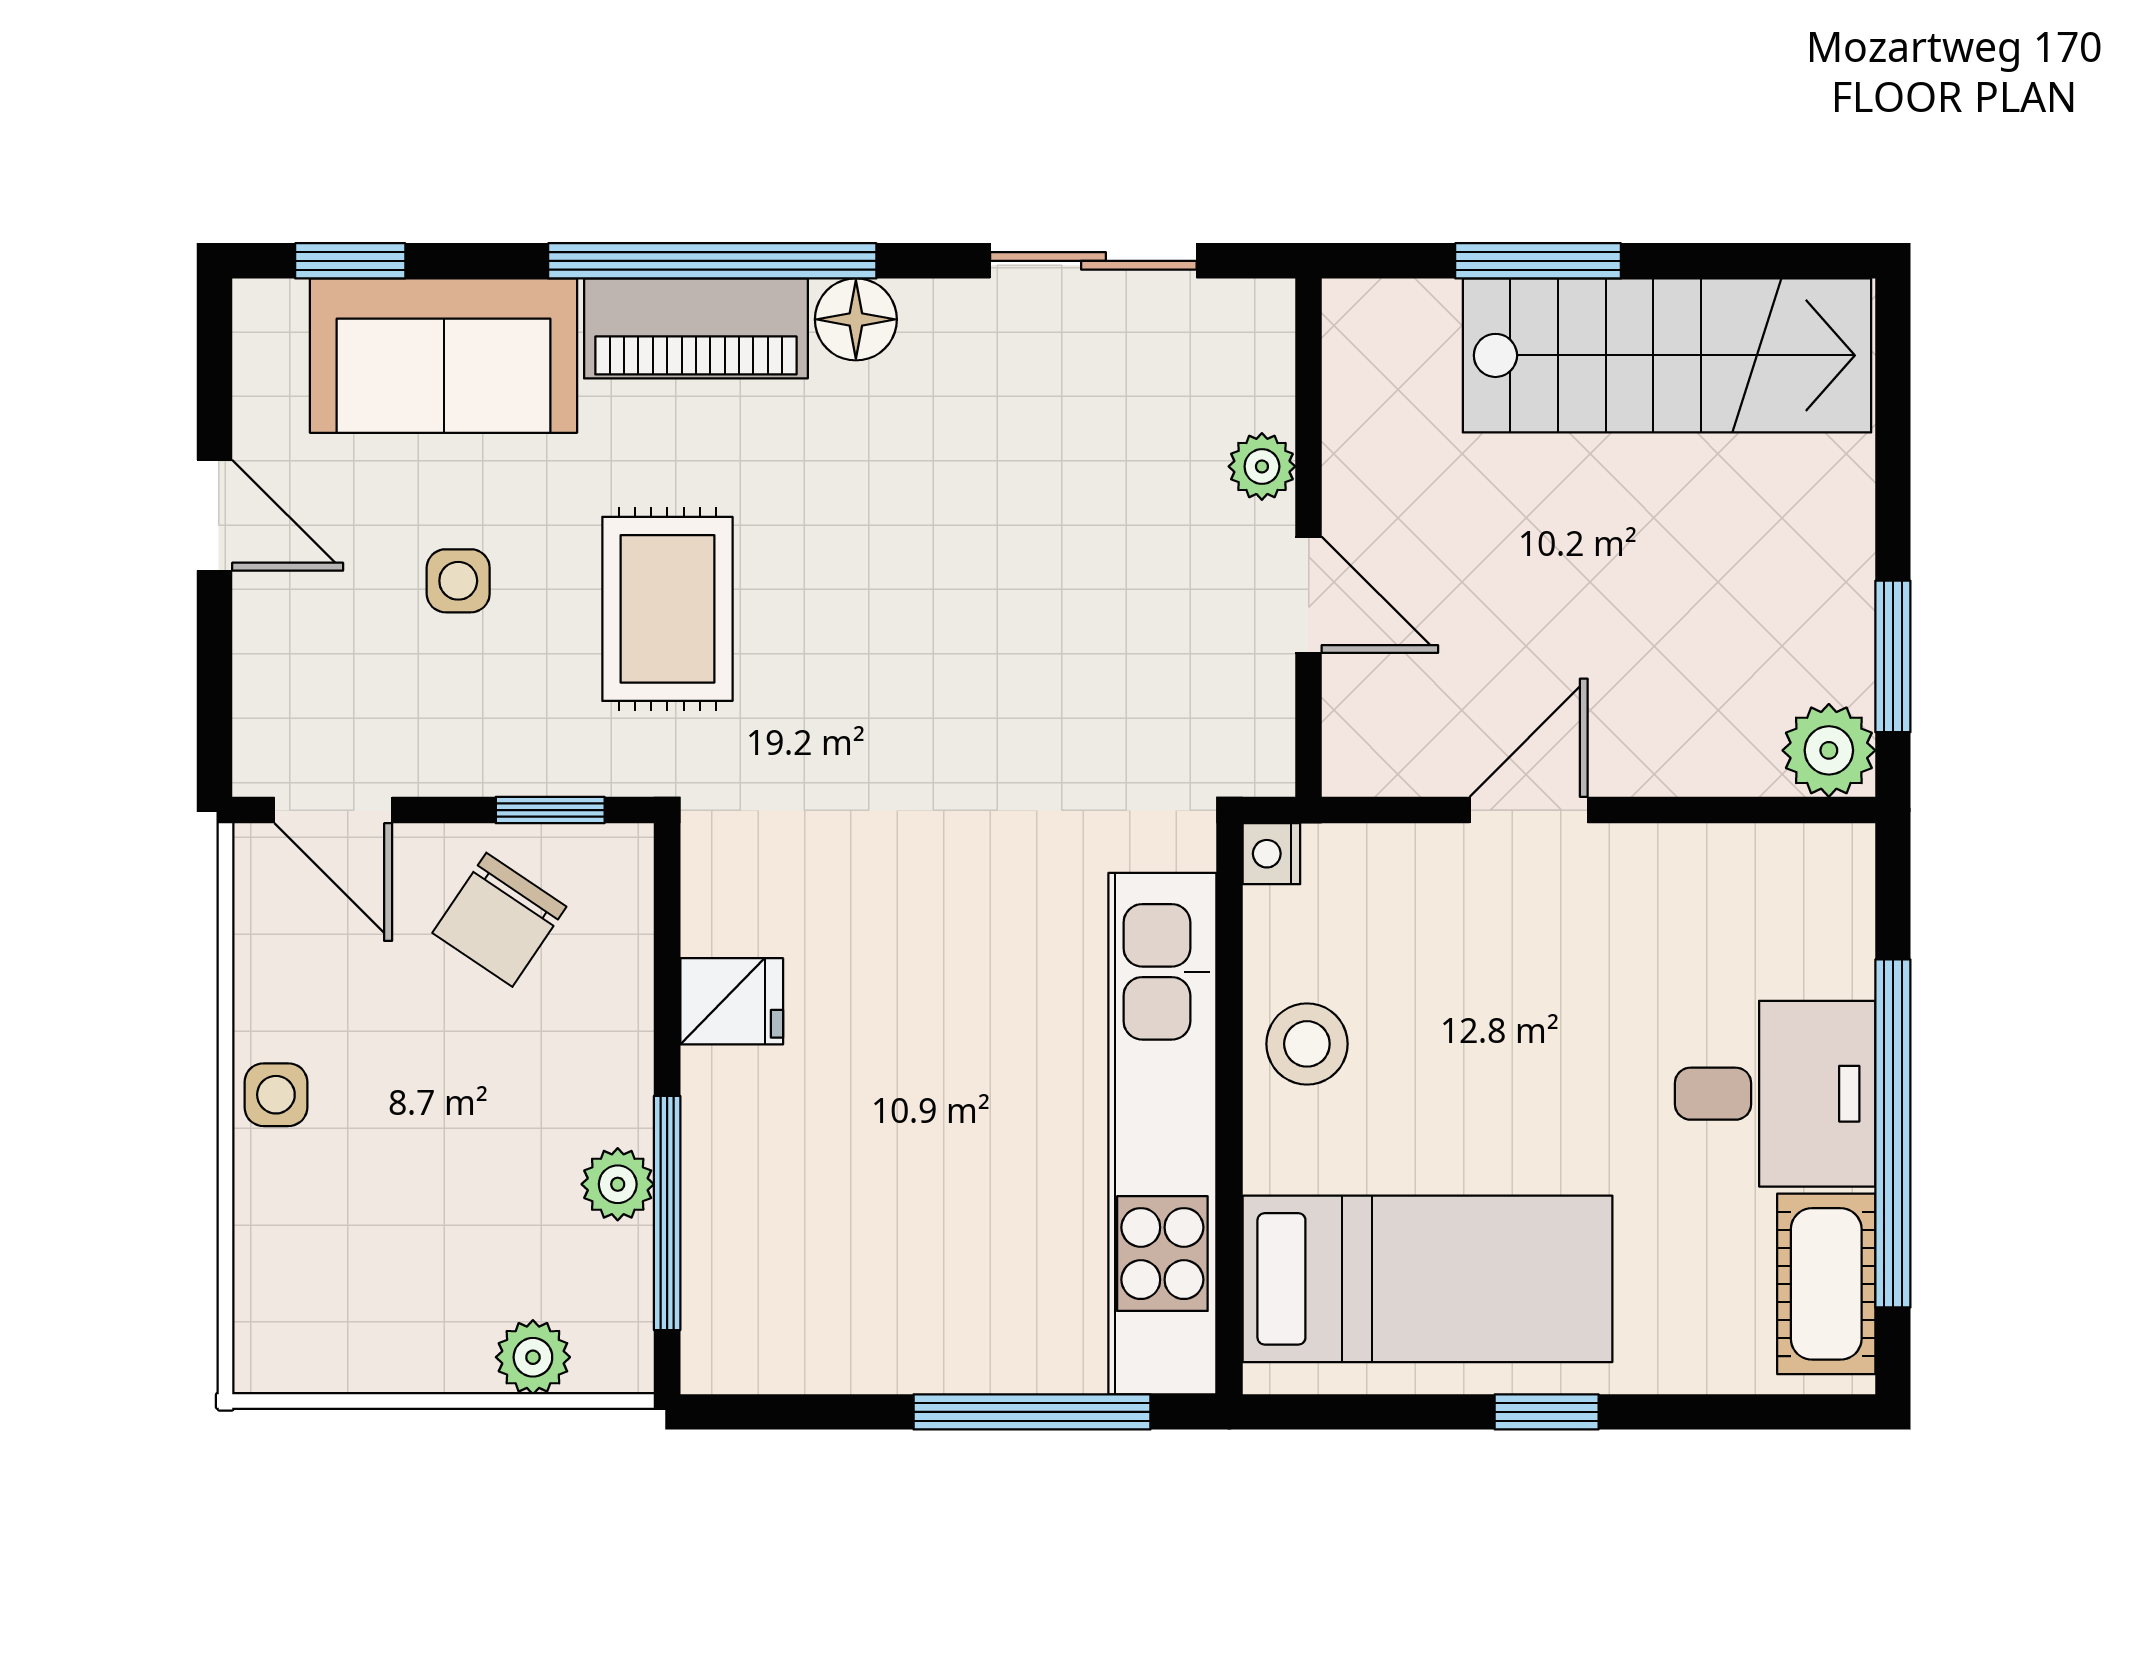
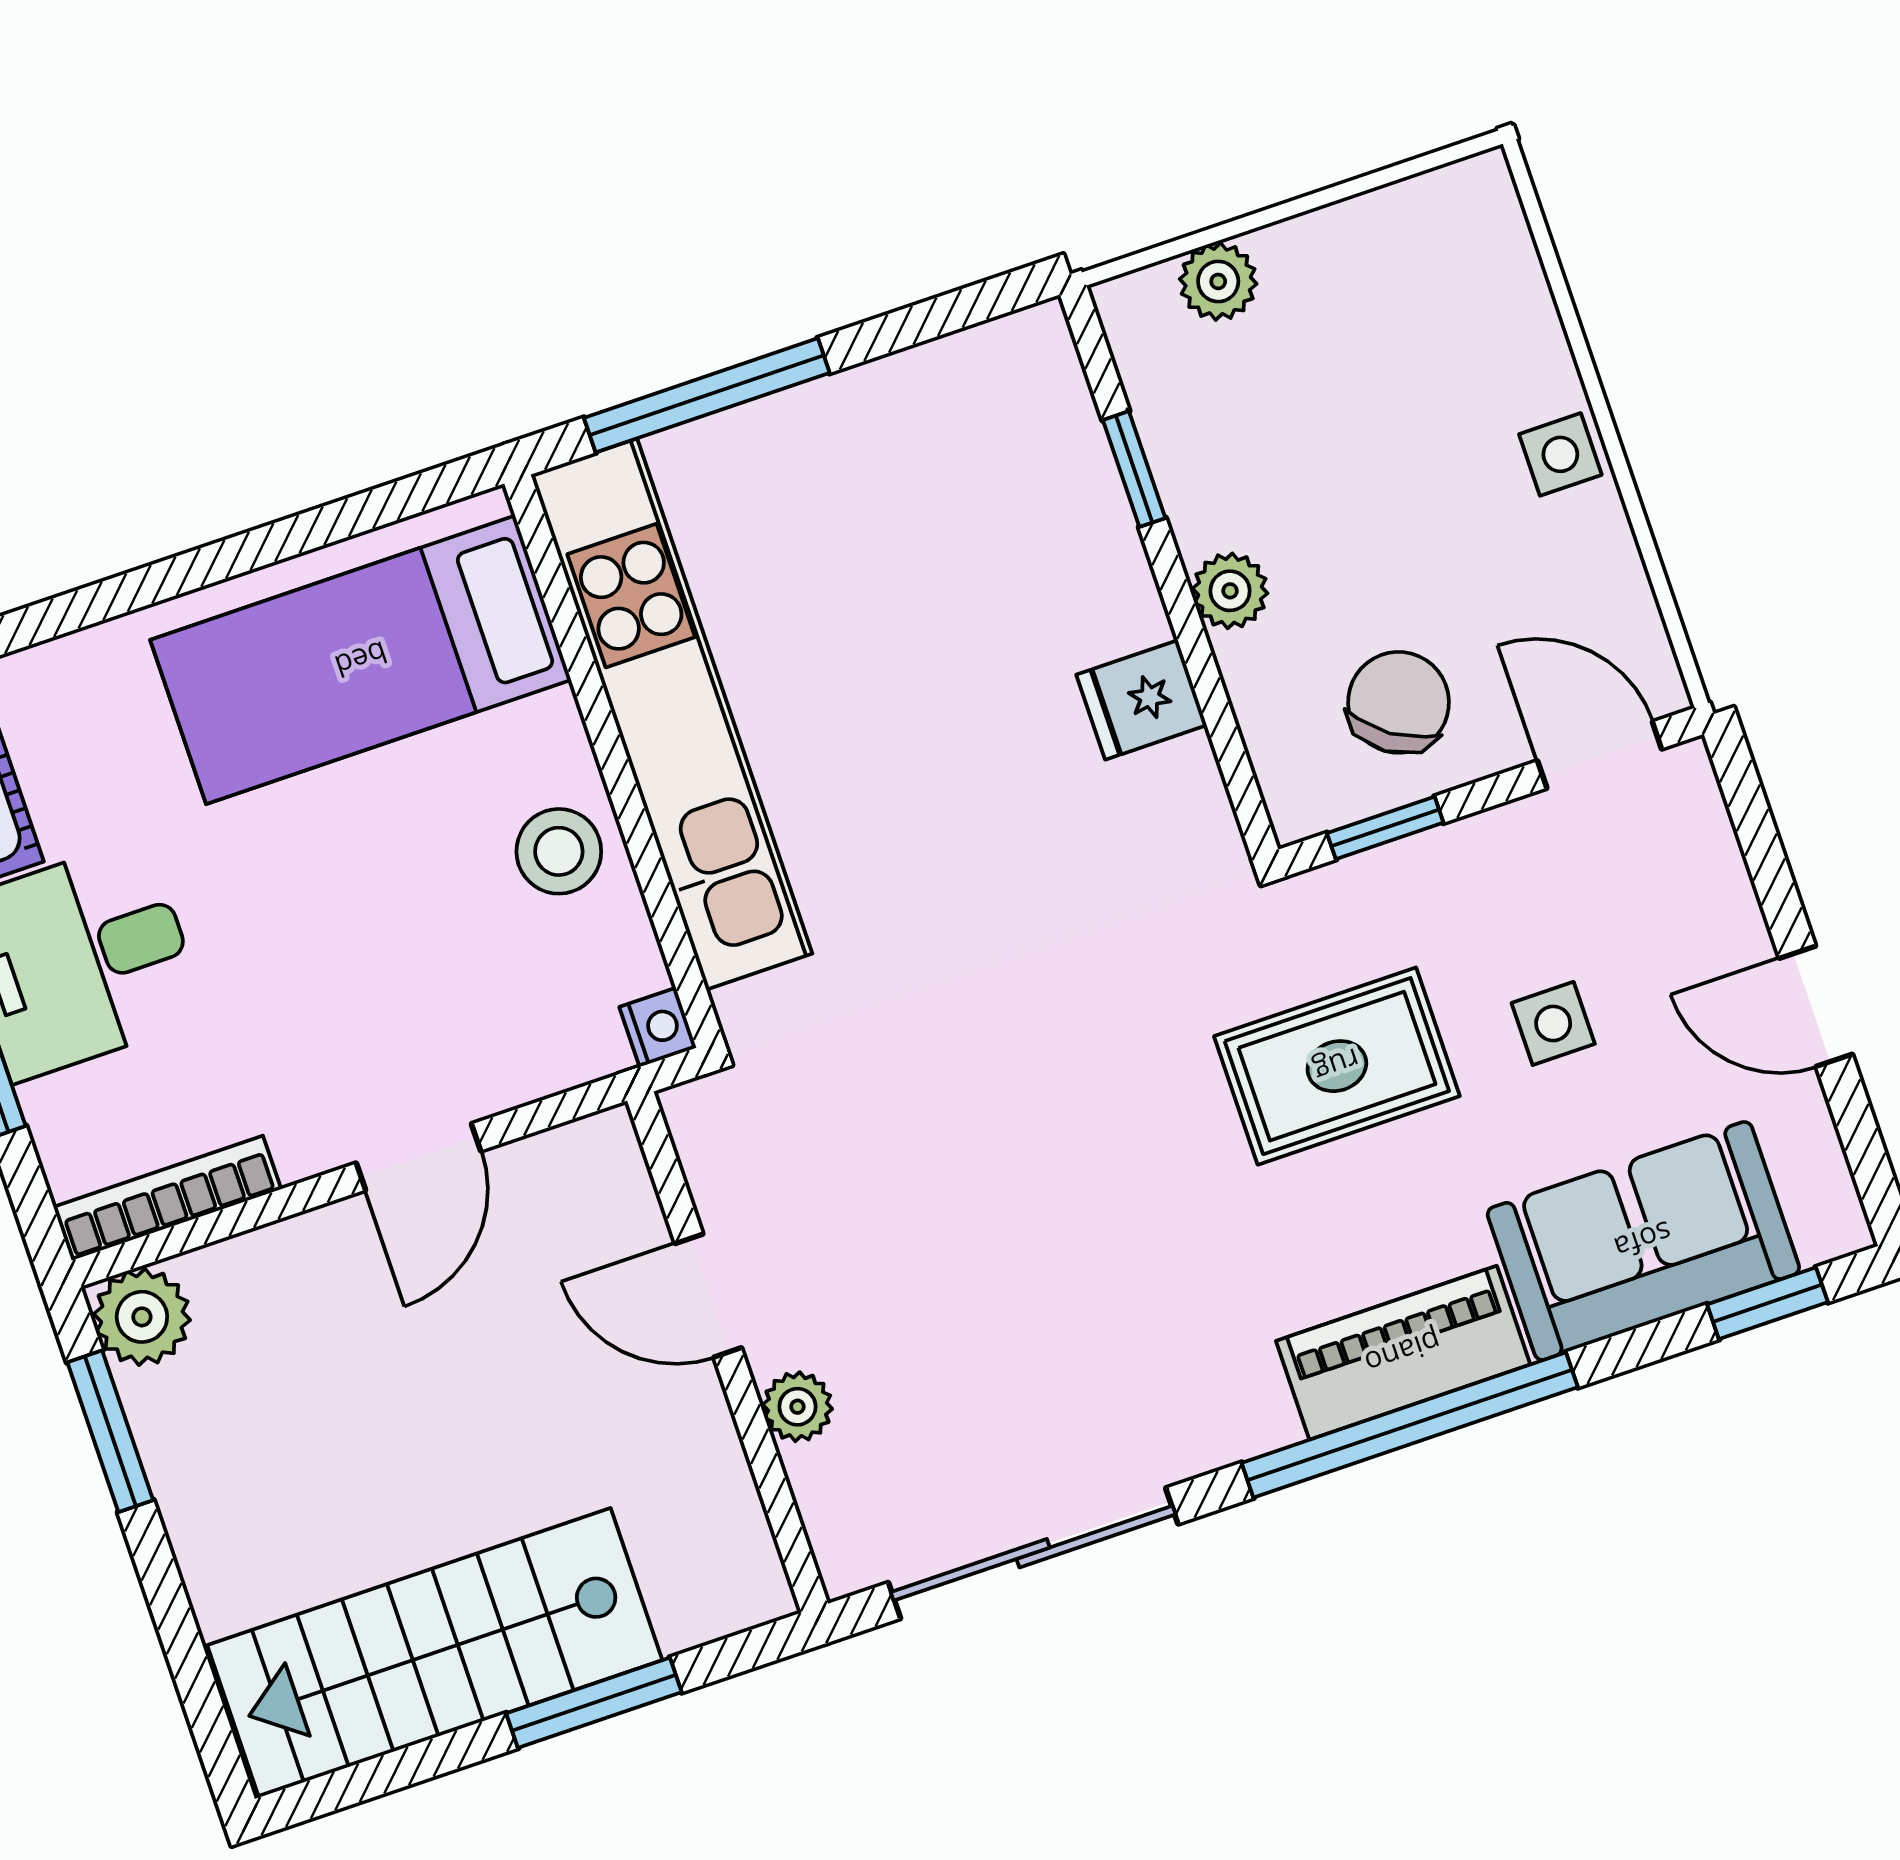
sliding door: (1093, 261) -> (1033, 1553), width x1.37
floor lamp: (856, 319) -> (1248, 1415), removed
rug: (667, 609) -> (1337, 1066), turned 90
bookcase: (1769, 850) -> (167, 1198), added
plant: (618, 1184) -> (1230, 591), moved
window: (667, 1213) -> (1134, 469), width x0.46
window: (1547, 1412) -> (198, 568), removed

